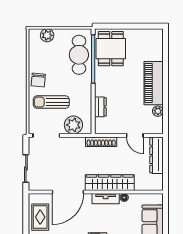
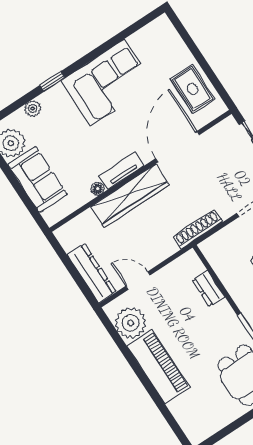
plant: (158, 111) -> (131, 323), width x1.88, depth x1.88
plant: (73, 125) -> (229, 241), removed
shoe rack: (101, 142) -> (198, 229), moved

